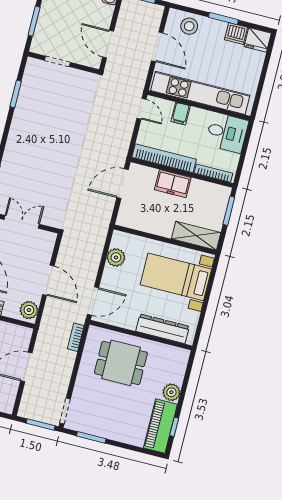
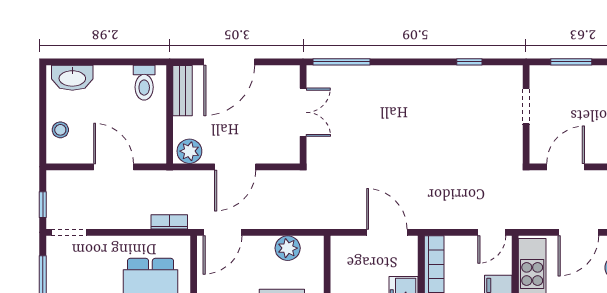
window: (16, 94) -> (469, 62), width x0.67
door: (93, 301) -> (223, 232), hinge flipped
window: (41, 424) -> (43, 205), width x0.67

